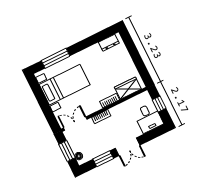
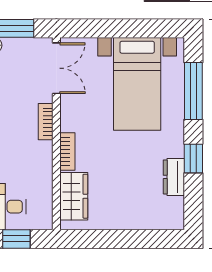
dresser: (109, 43) -> (174, 177), moved
window: (85, 44) -> (193, 159), added

